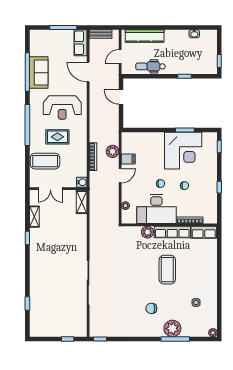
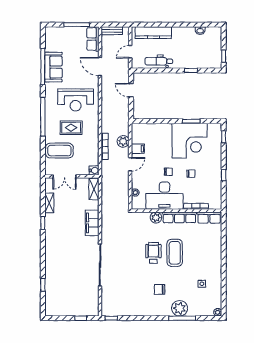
filing cabinet: (80, 238) -> (92, 223), added
wheelchair: (145, 270) -> (153, 253), added

